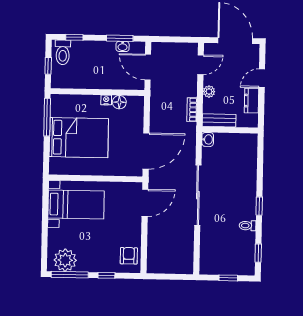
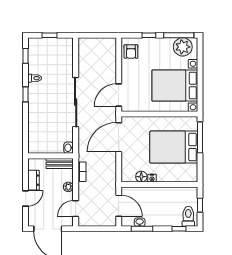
window: (47, 117) -> (200, 137), moved
bed with nightstands: (76, 205) -> (175, 85), width x1.36

